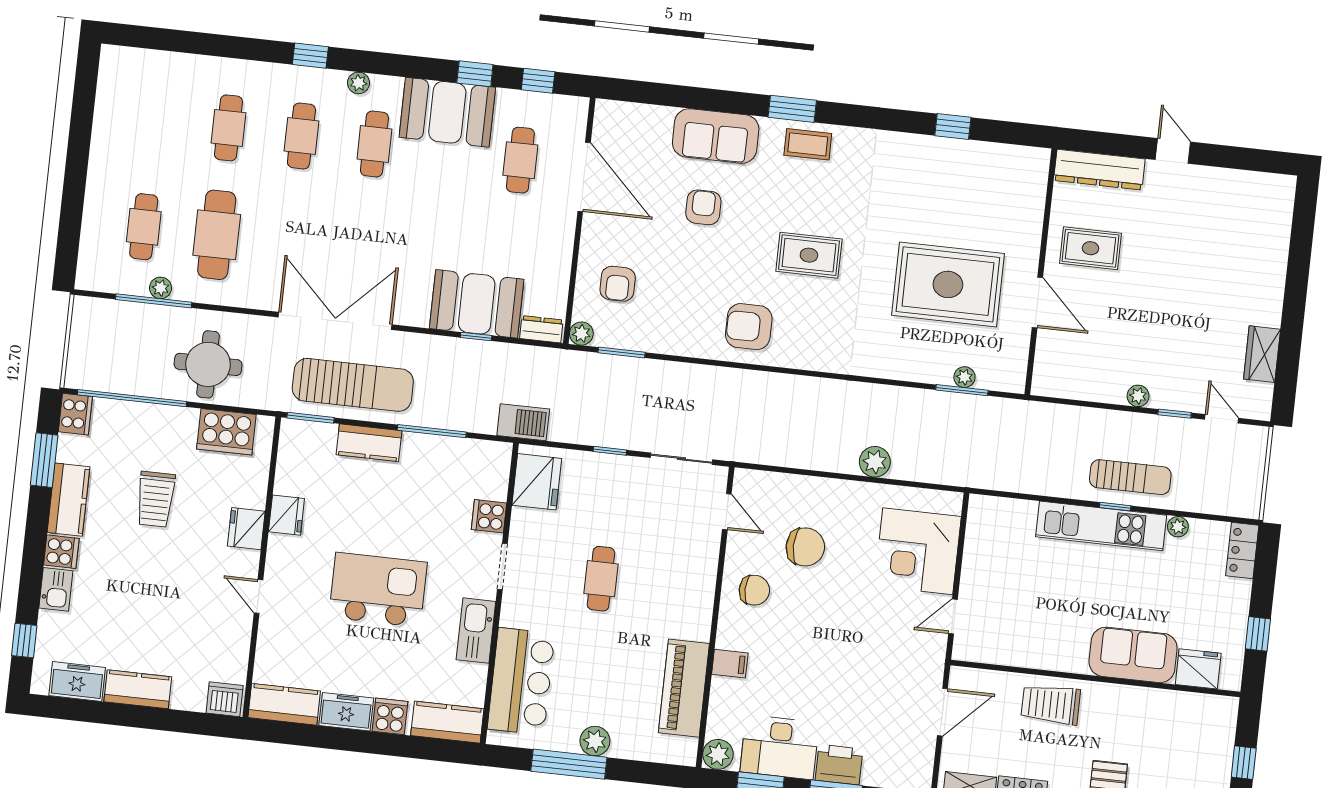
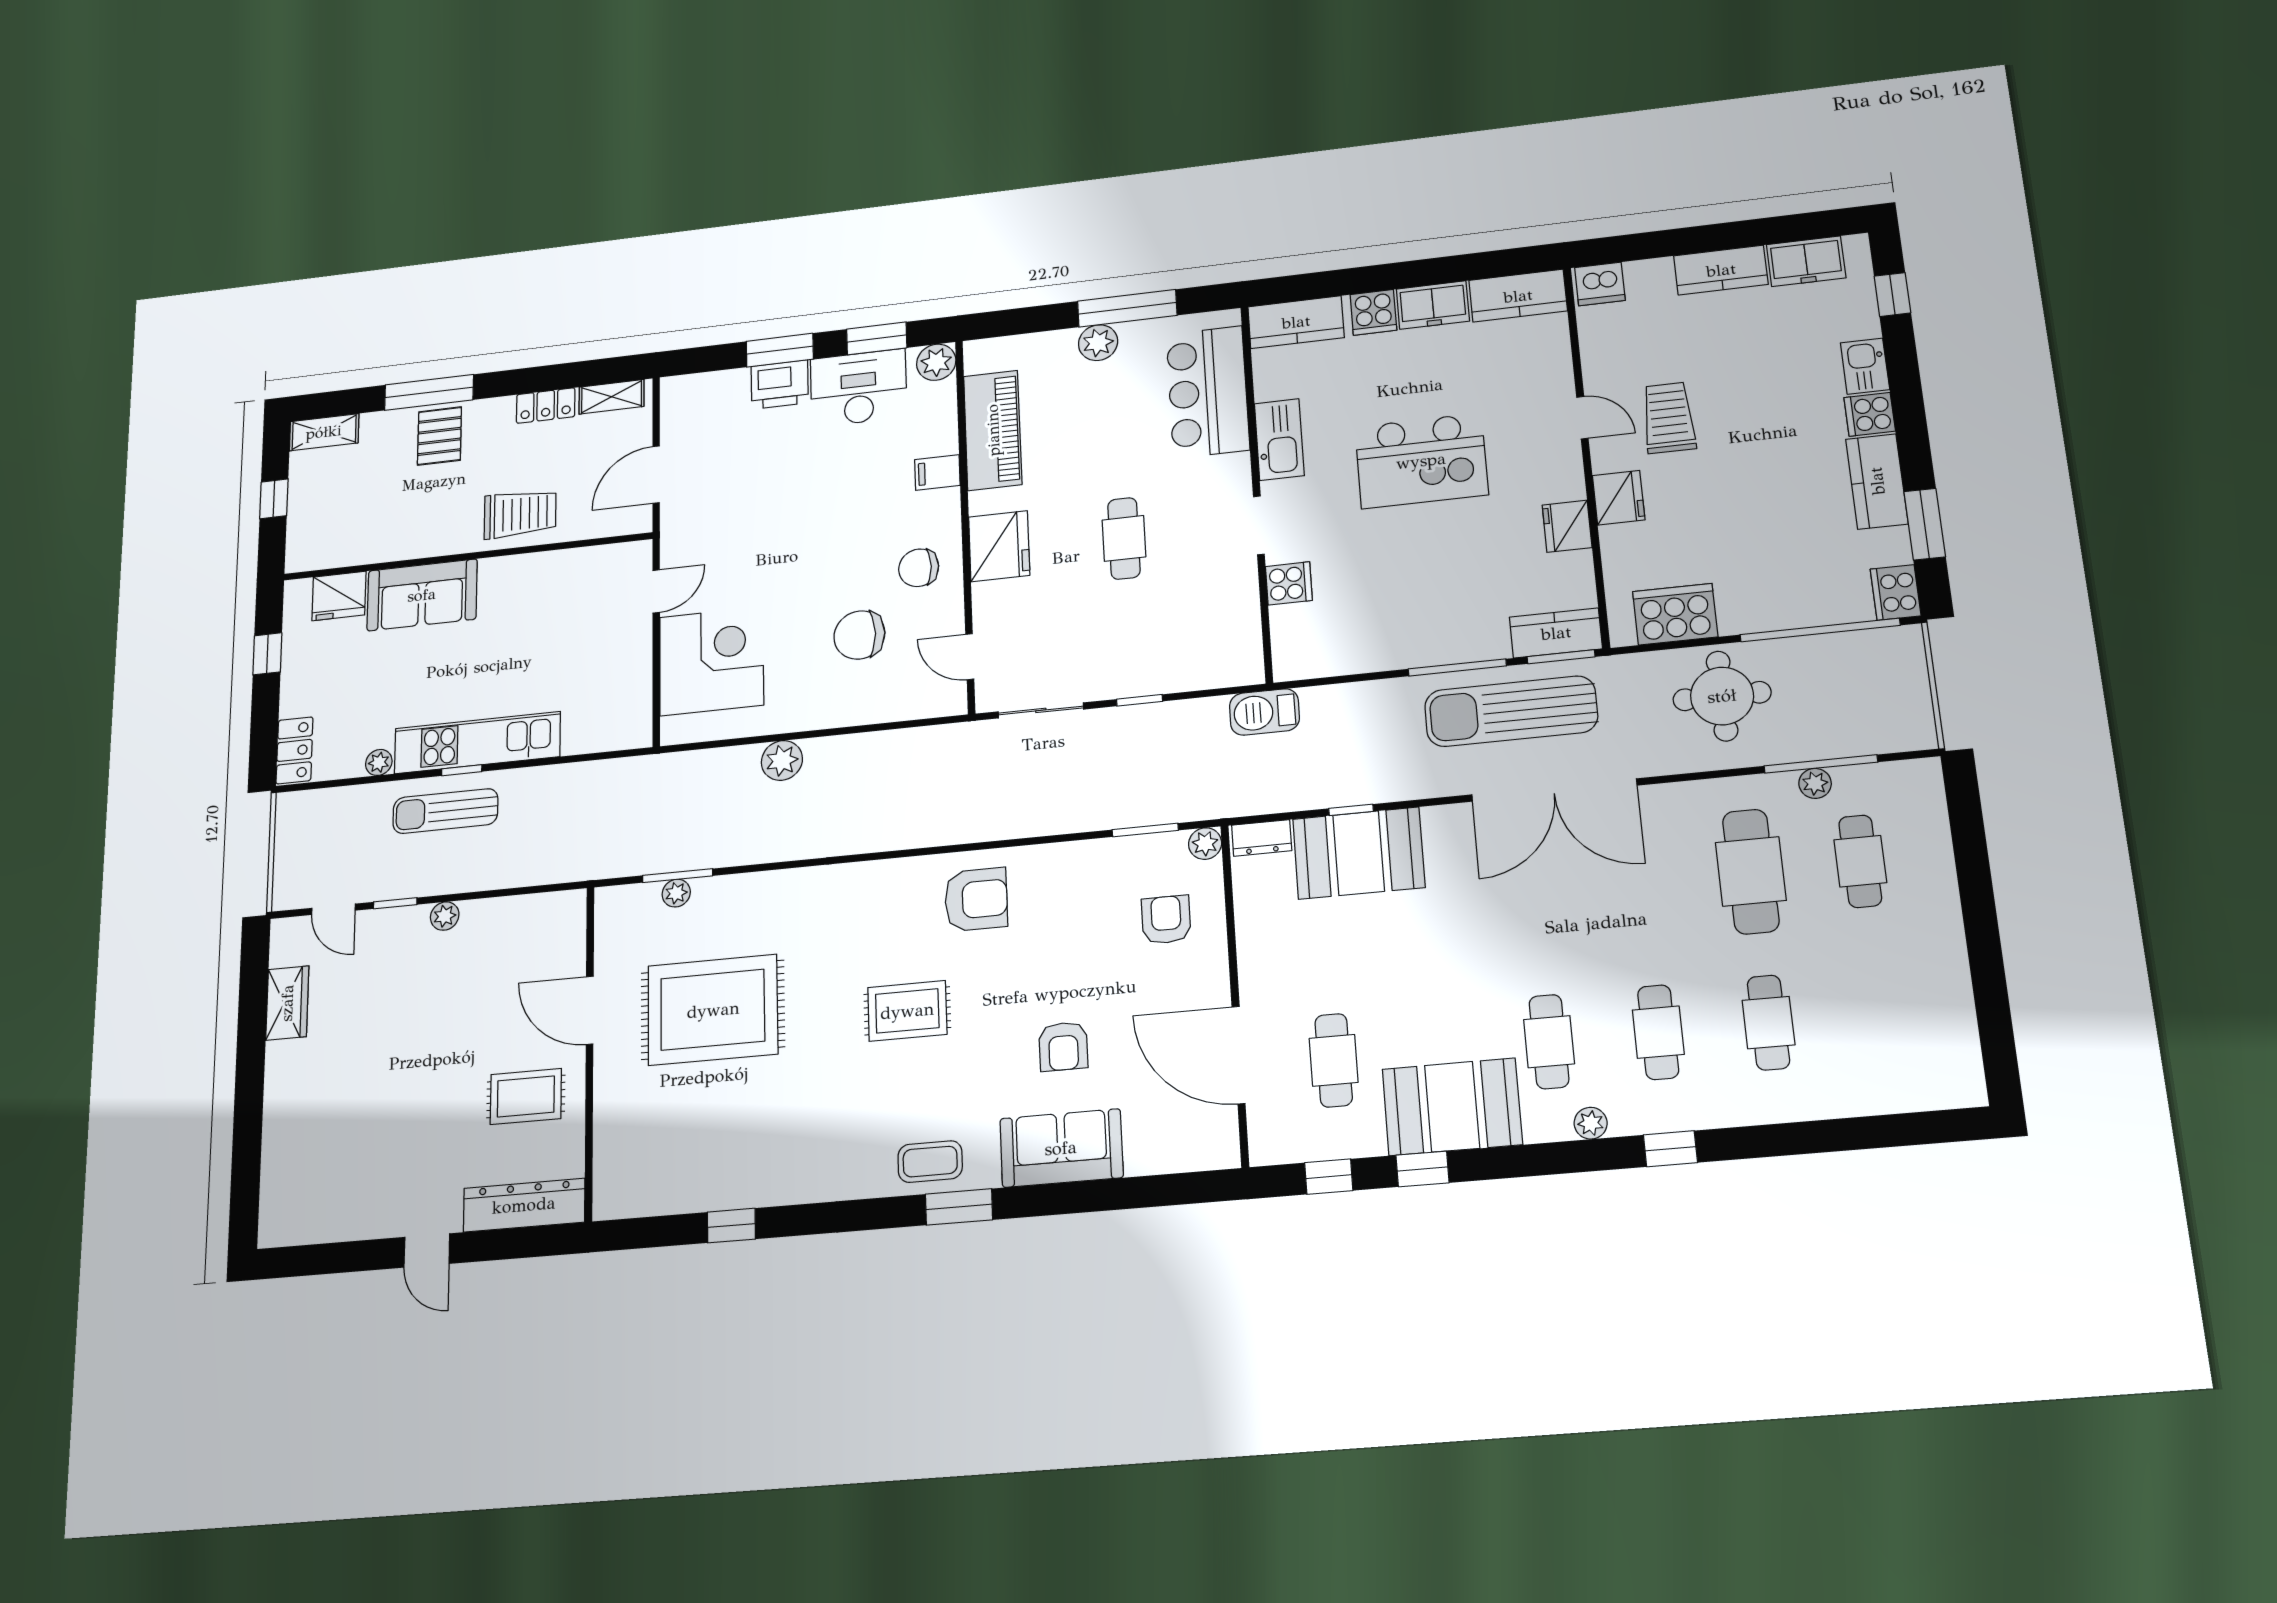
window: (432, 431) -> (1457, 667), moved
kitchen counter: (369, 443) -> (1556, 633), moved
fridge: (537, 482) -> (999, 546), moved, turned 180
trolley: (155, 499) -> (1669, 418), moved

